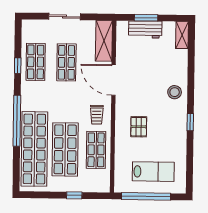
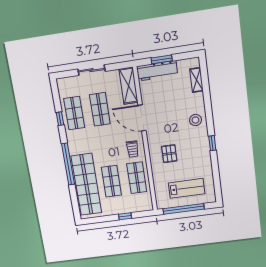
workbench: (145, 30) -> (157, 71), width x1.38
shelving: (182, 35) -> (196, 80), moved
shop shelf: (65, 149) -> (111, 181), width x0.70, depth x0.74

